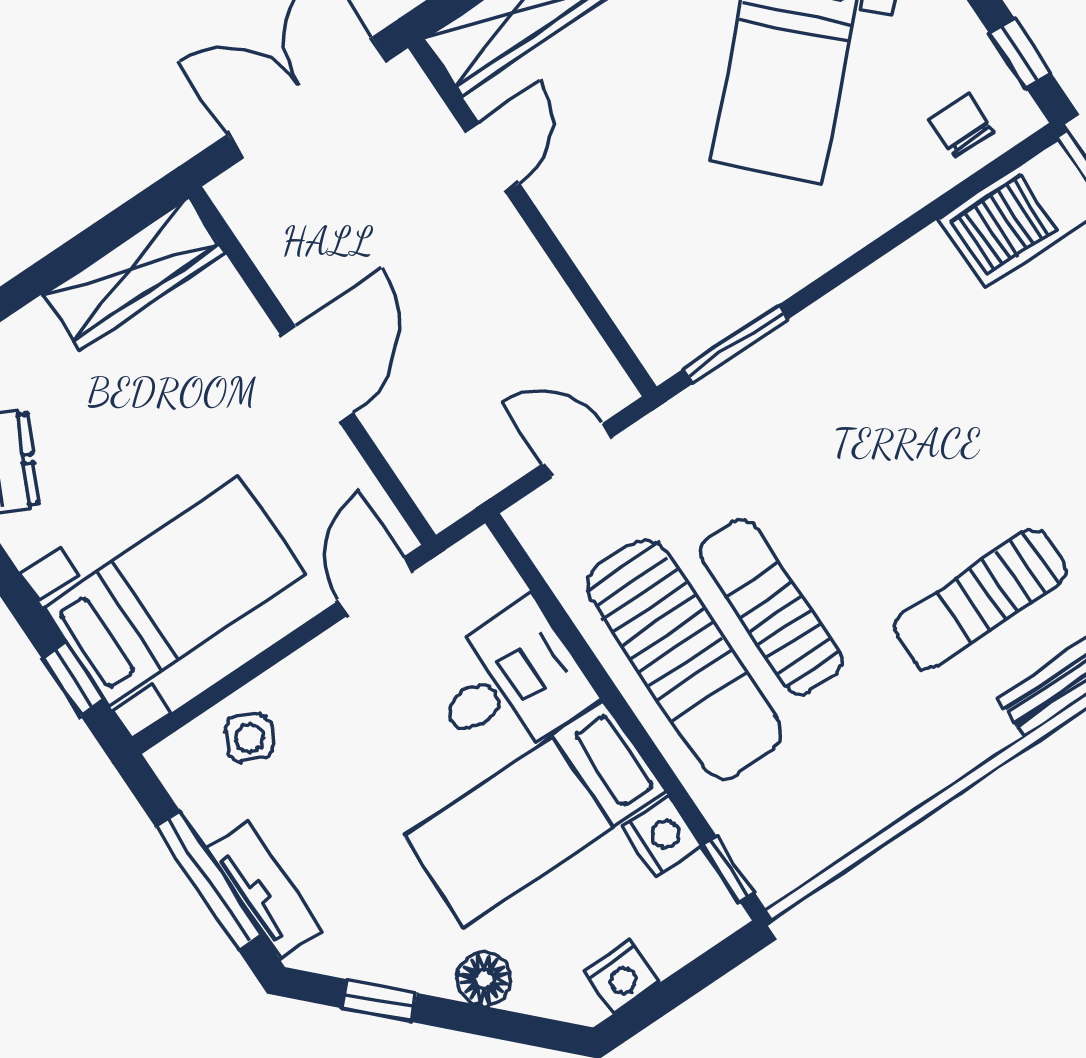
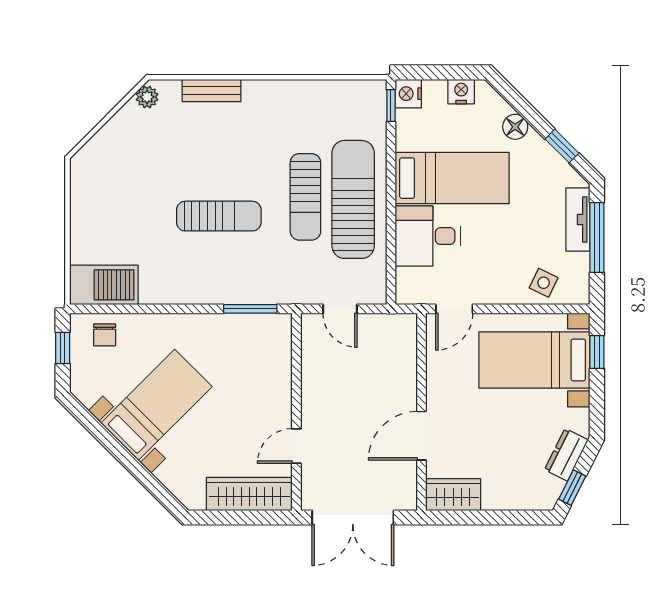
wardrobe: (133, 273) -> (453, 495), width x0.67
door: (317, 374) -> (422, 436), moved
sun lounger: (980, 599) -> (219, 216), moved
nightstand: (662, 837) -> (408, 94), moved

